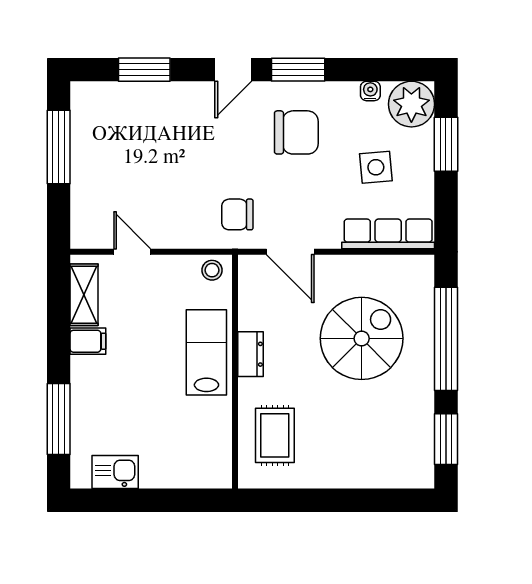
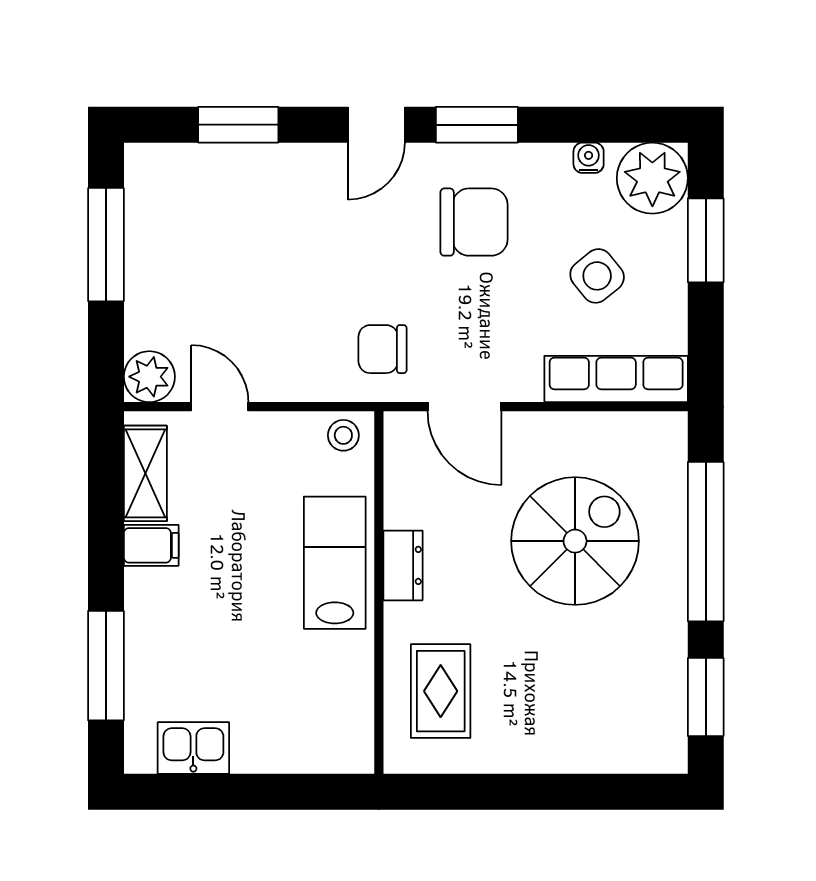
side table: (376, 167) -> (597, 276), turned -34
plant: (87, 232) -> (149, 377), added

